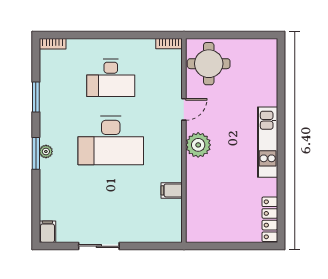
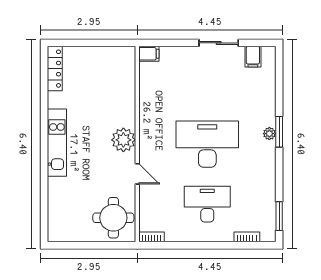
bookcase: (53, 44) -> (247, 237), moved
window: (36, 97) -> (279, 216), moved
door: (184, 109) -> (137, 174), swing flipped
filing cabinet: (172, 190) -> (149, 54), moved
filing cabinet: (47, 232) -> (253, 57), moved

